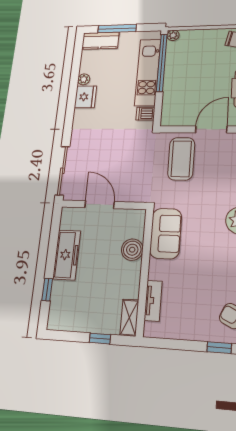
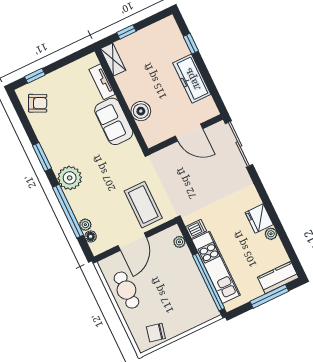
plant: (173, 35) -> (179, 242), moved
sofa: (166, 233) -> (114, 121), moved

